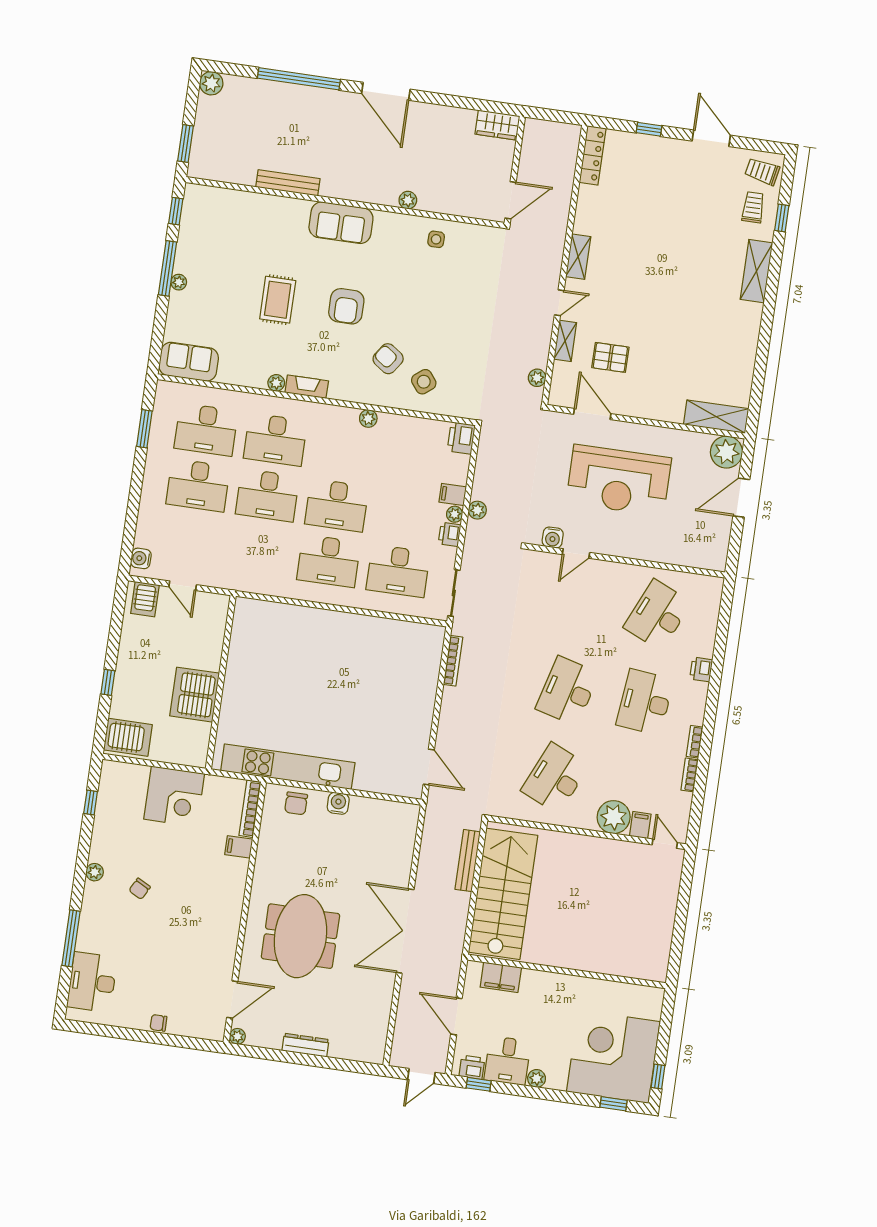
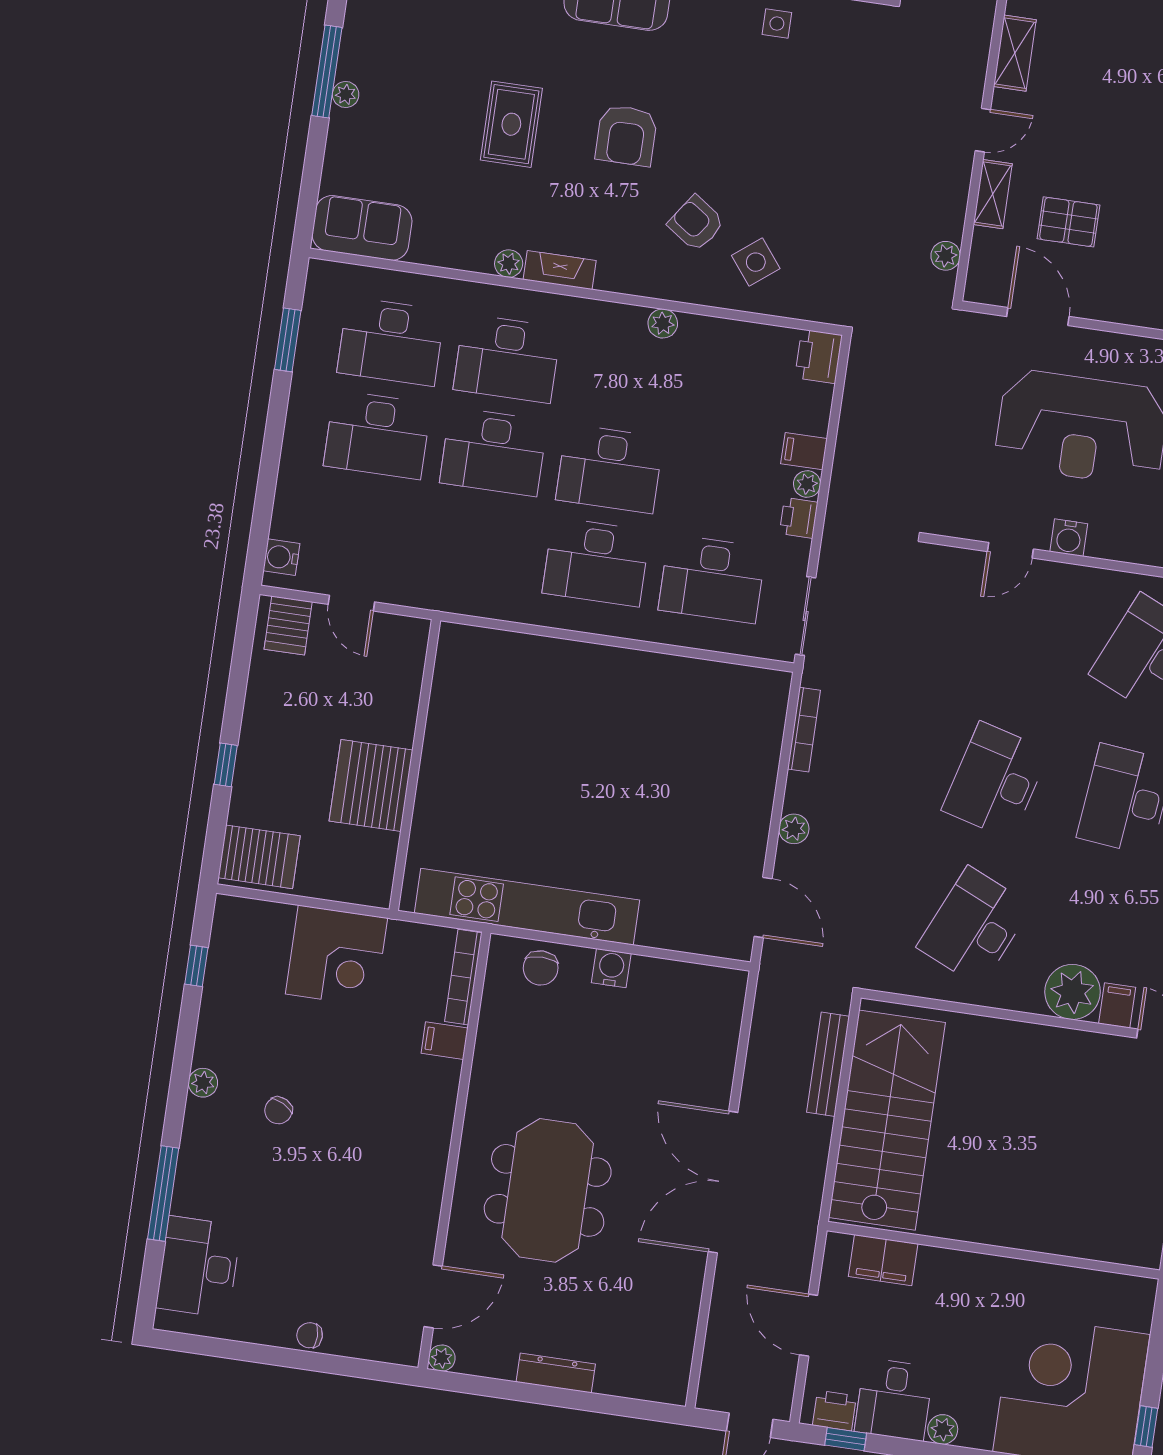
plant: (477, 510) -> (794, 829), moved
water cooler: (553, 538) -> (1069, 538), moved

